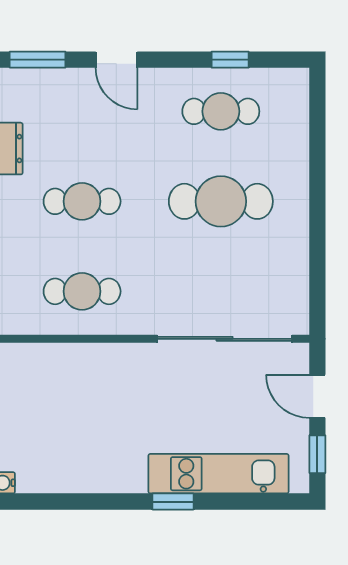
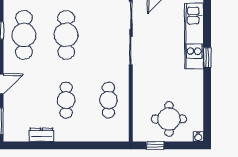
cafe table: (221, 111) -> (24, 35), width x1.37, depth x1.35
round table: (42, 420) -> (169, 119), added

